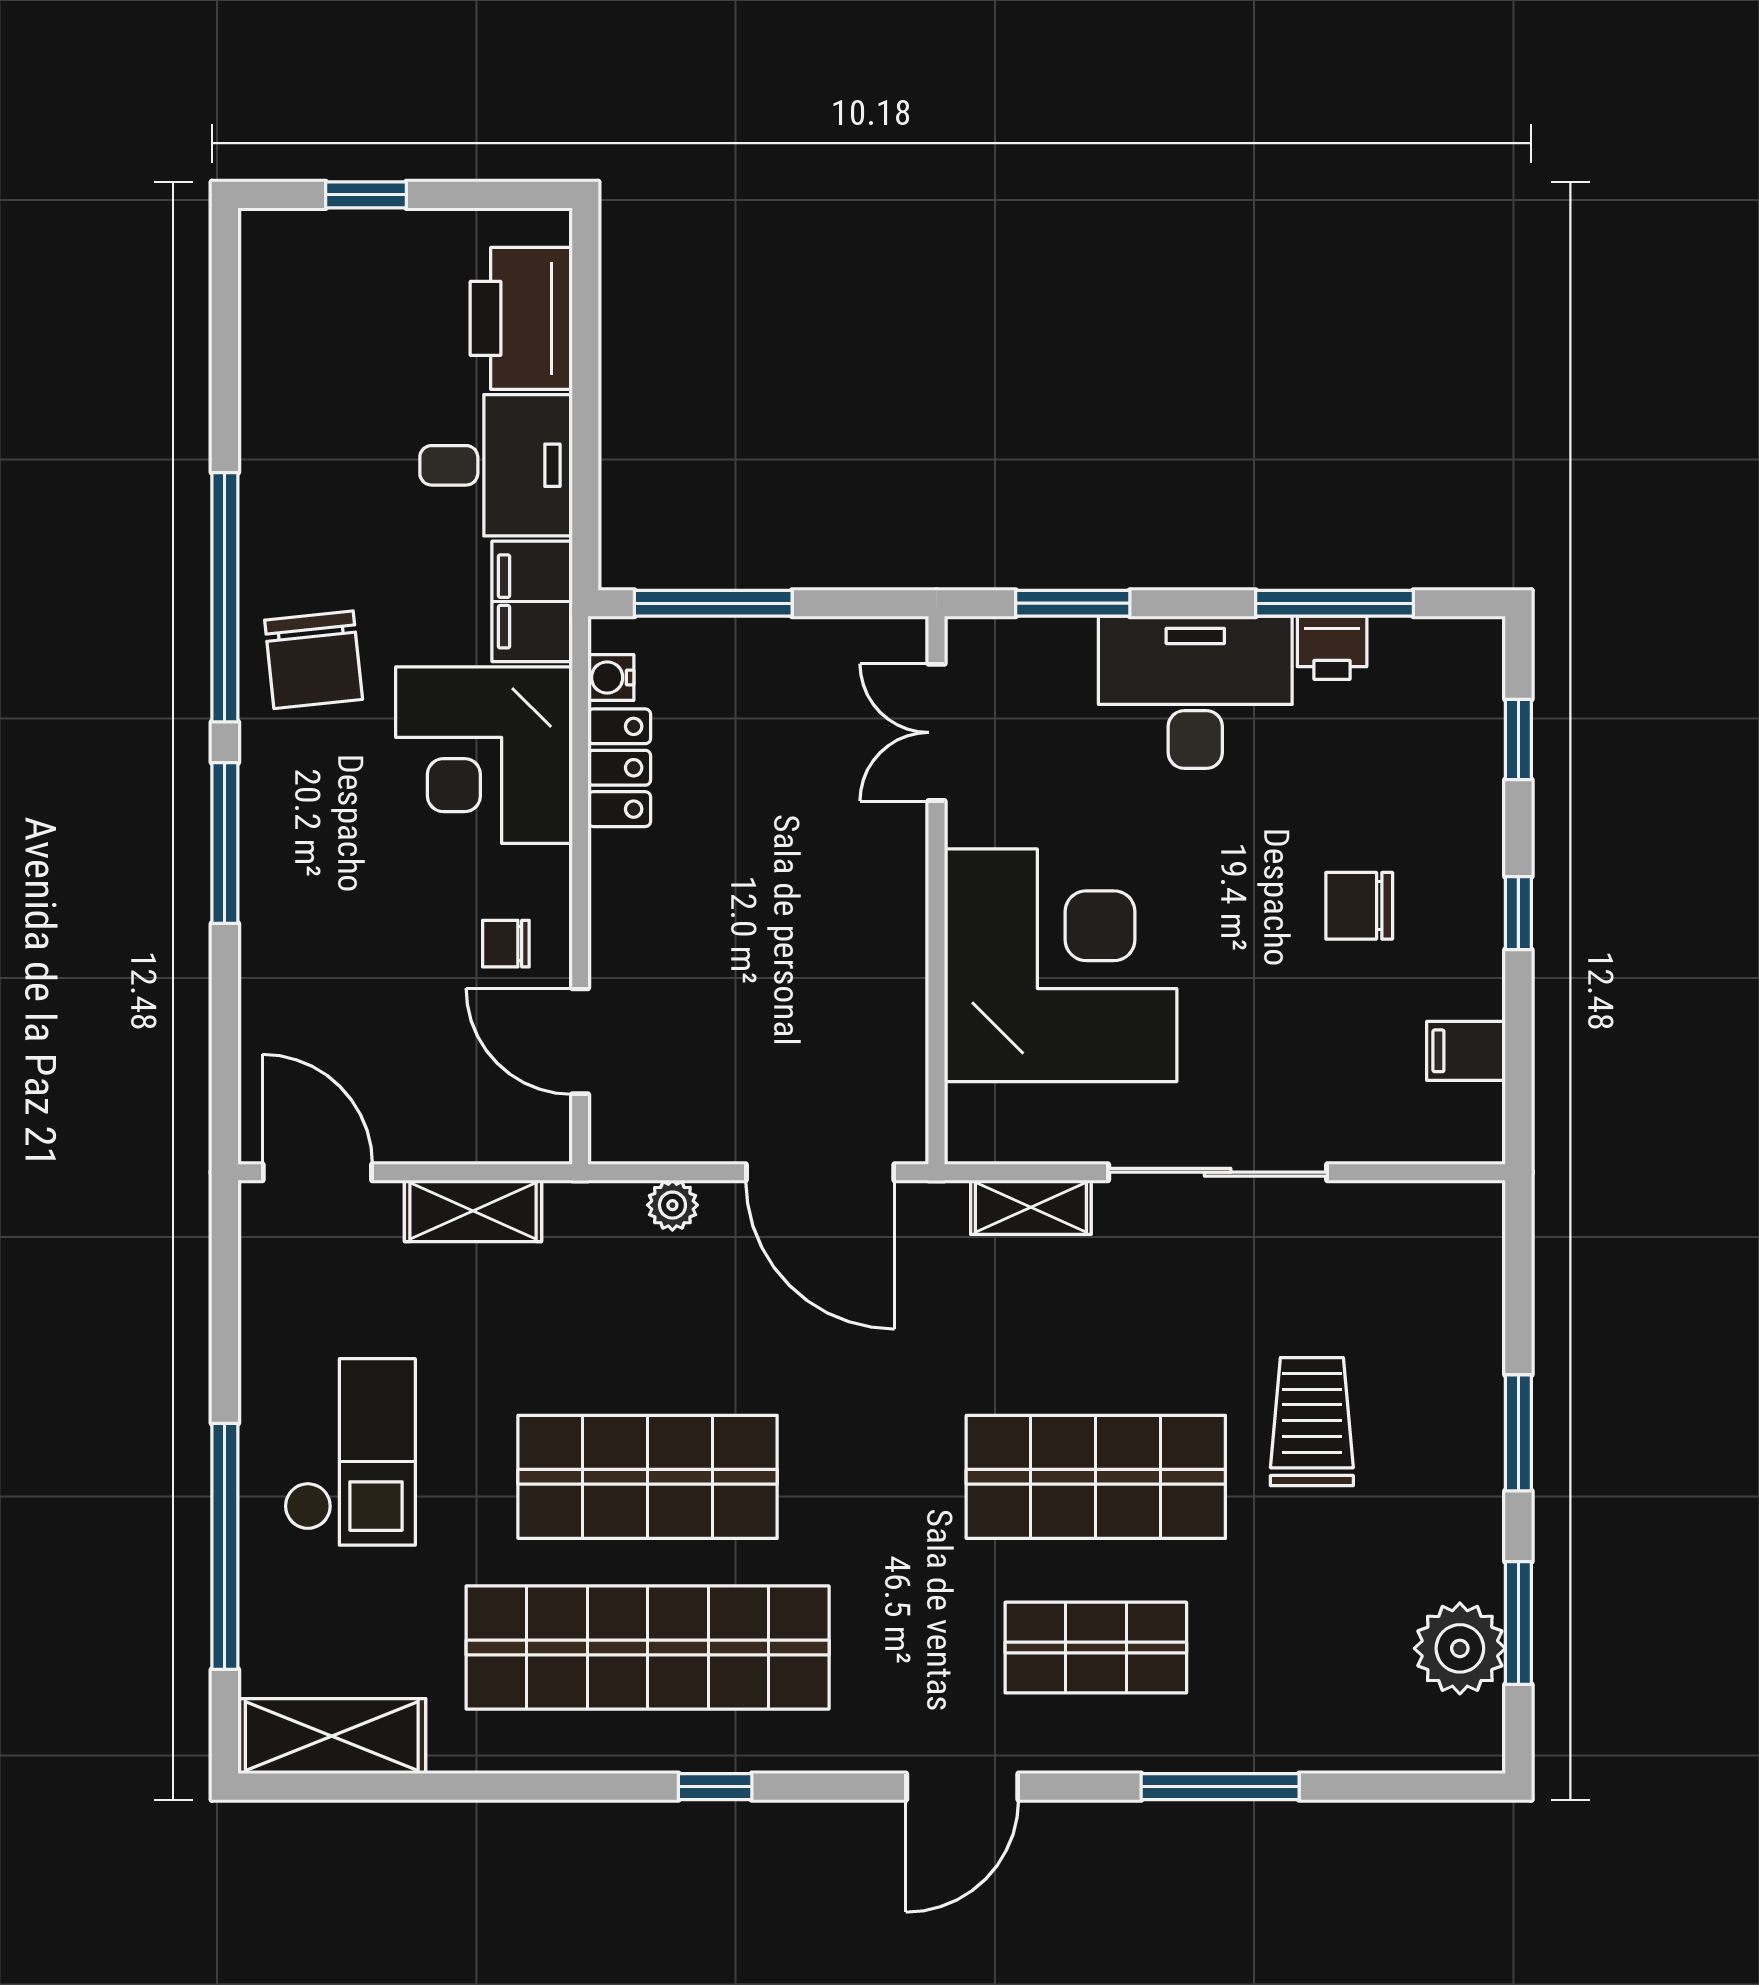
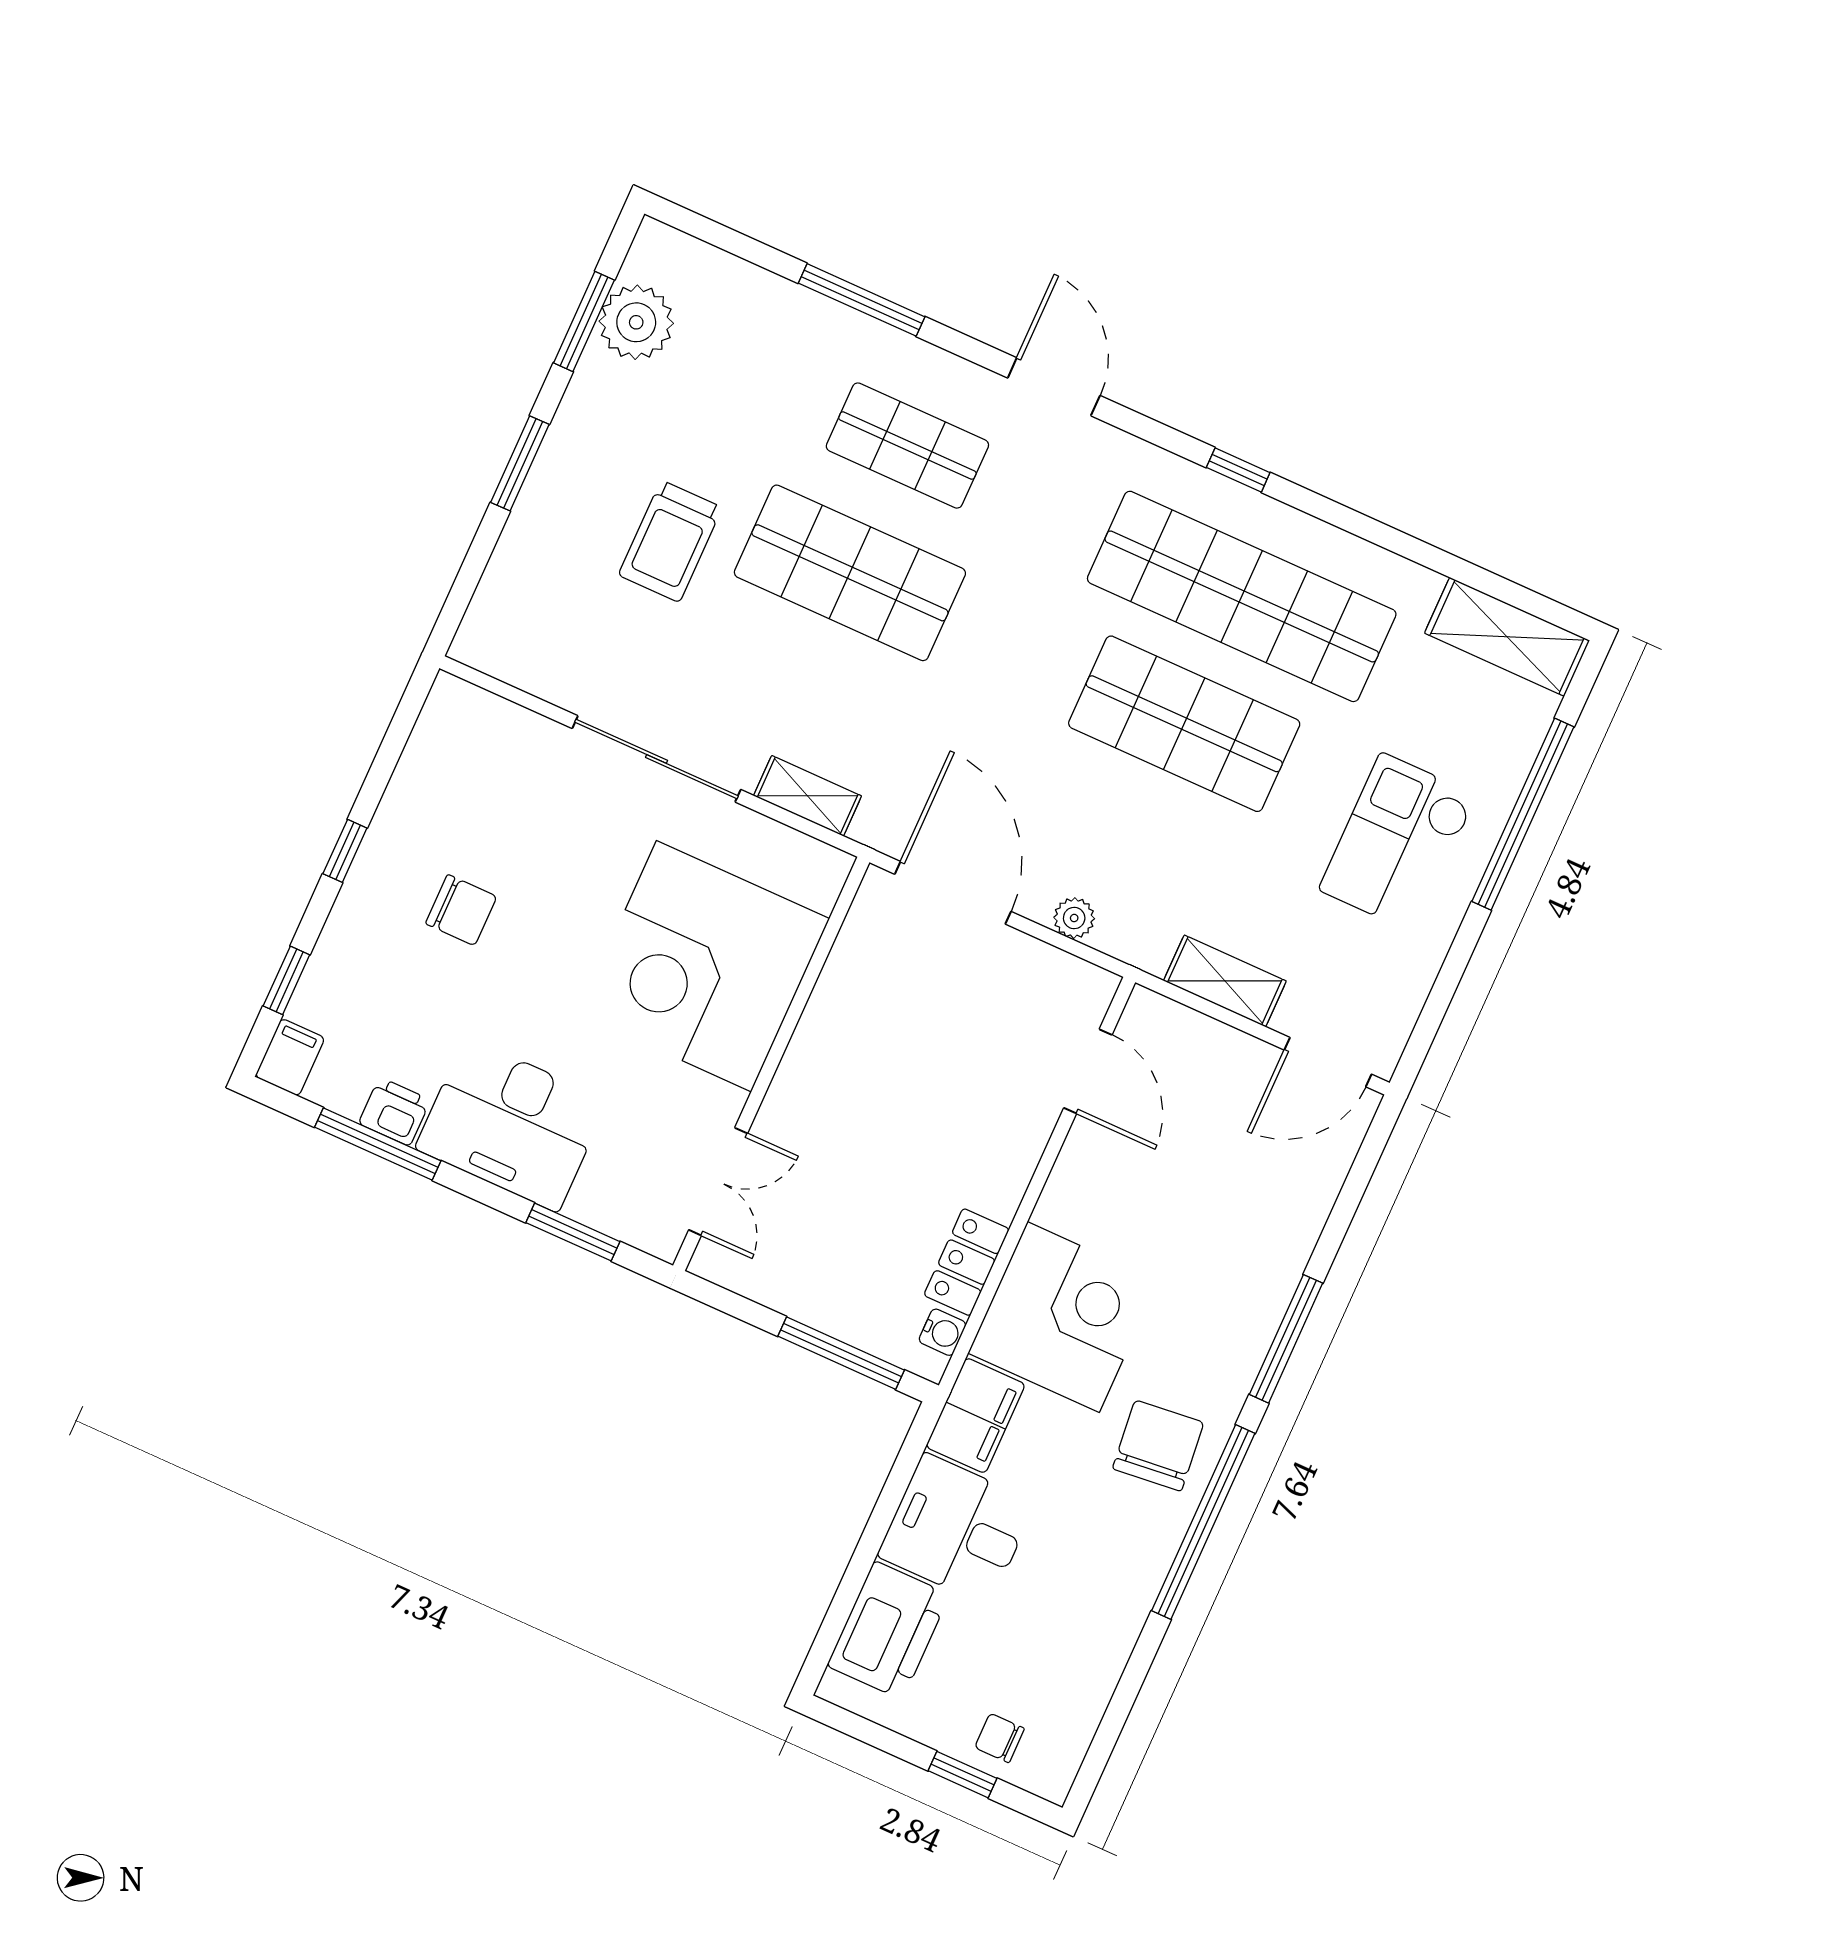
chair: (506, 944) -> (999, 1738), moved, turned 180
filing cabinet: (1466, 1051) -> (290, 1057), moved, turned -90
door: (317, 1172) -> (1328, 1062), hinge flipped
door: (962, 1787) -> (1054, 387), hinge flipped

